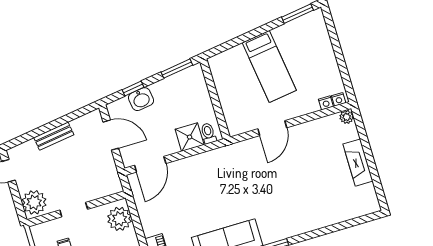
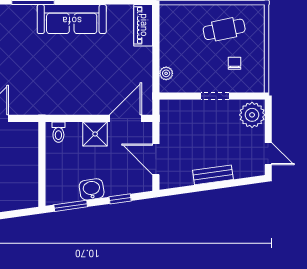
washbasin: (141, 99) -> (92, 189), moved
shower: (190, 137) -> (95, 134), moved
plant: (120, 219) -> (166, 73), width x0.53, depth x0.53

